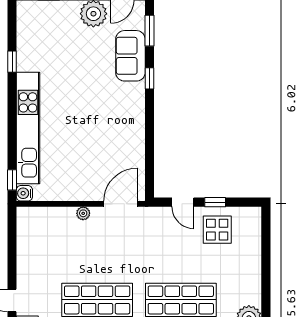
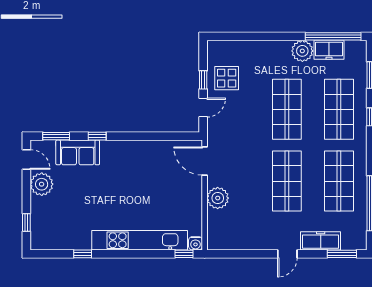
plant: (83, 213) -> (218, 198), width x1.88, depth x1.88

